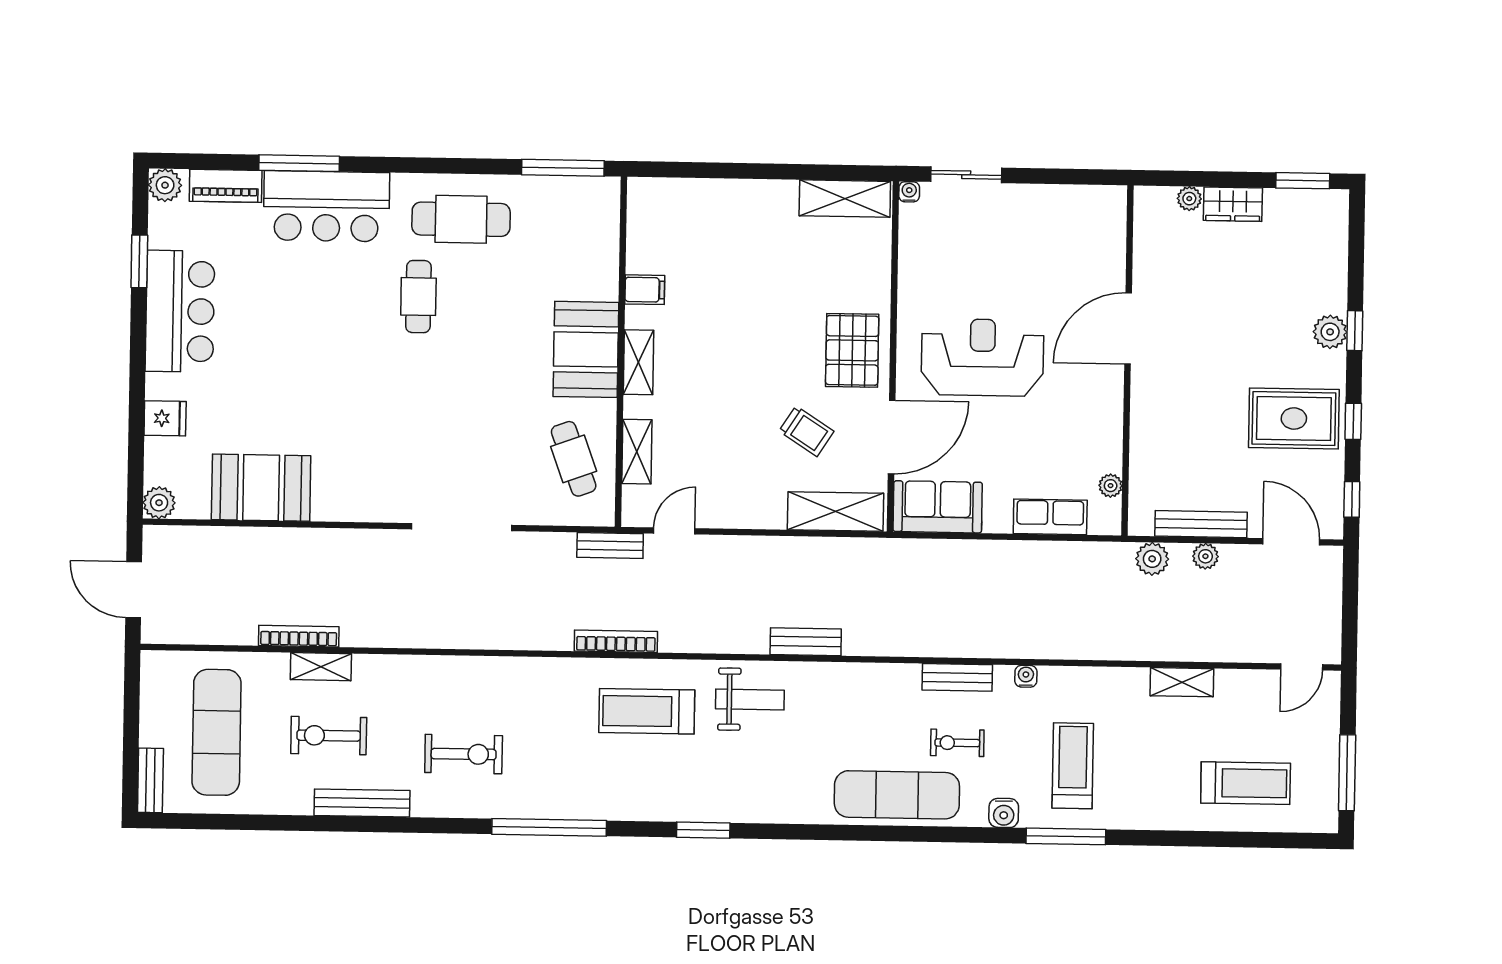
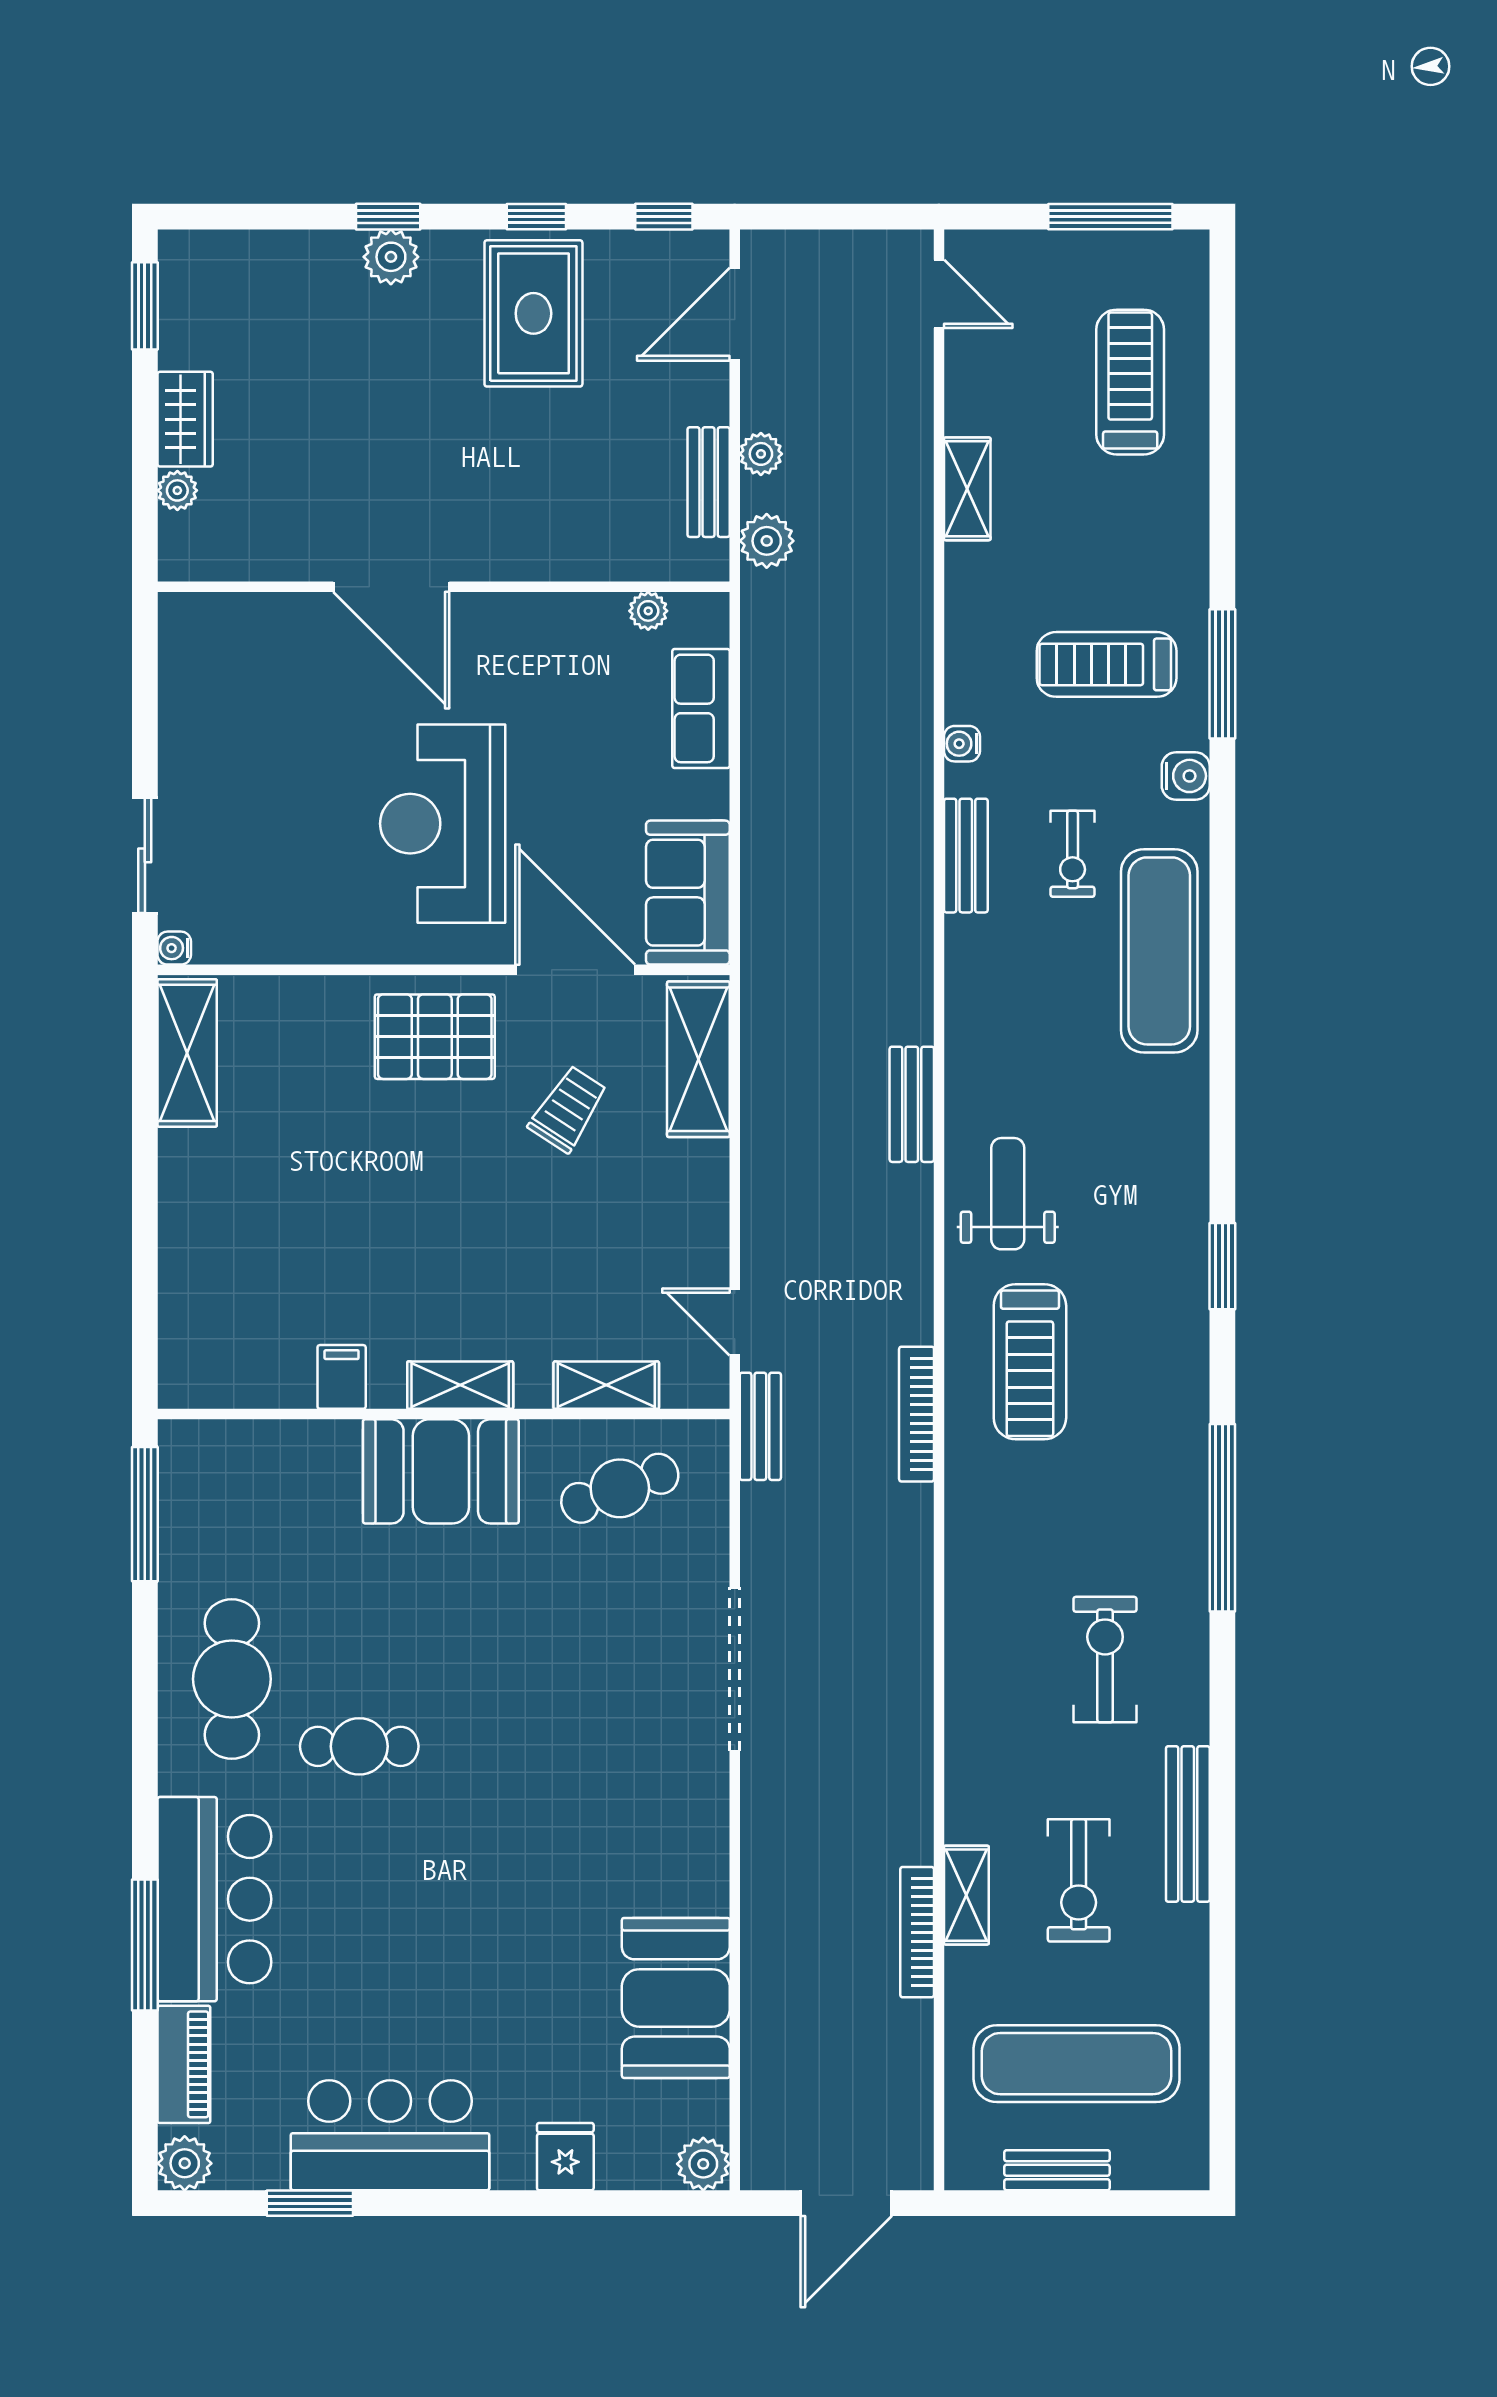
bench: (1201, 524) -> (709, 482), width x0.73
bench: (150, 780) -> (1057, 2170), moved

